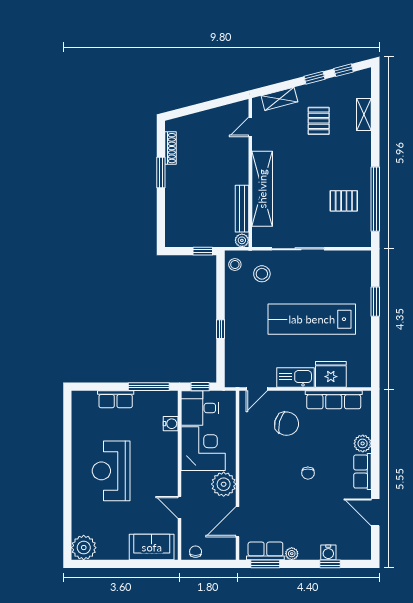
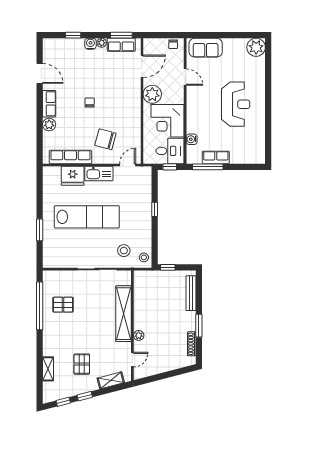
bench: (242, 209) -> (191, 293), moved
plant: (242, 240) -> (139, 335), moved
row of seats: (116, 399) -> (216, 157), moved
water cooler: (328, 552) -> (90, 44), moved

